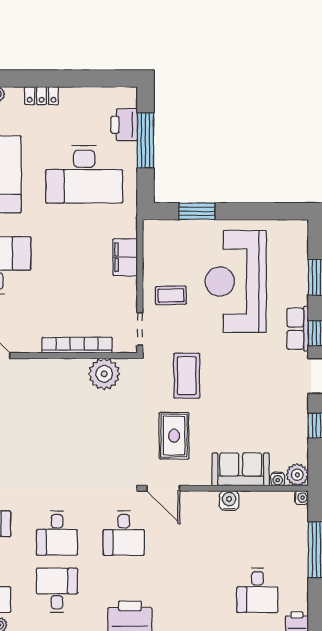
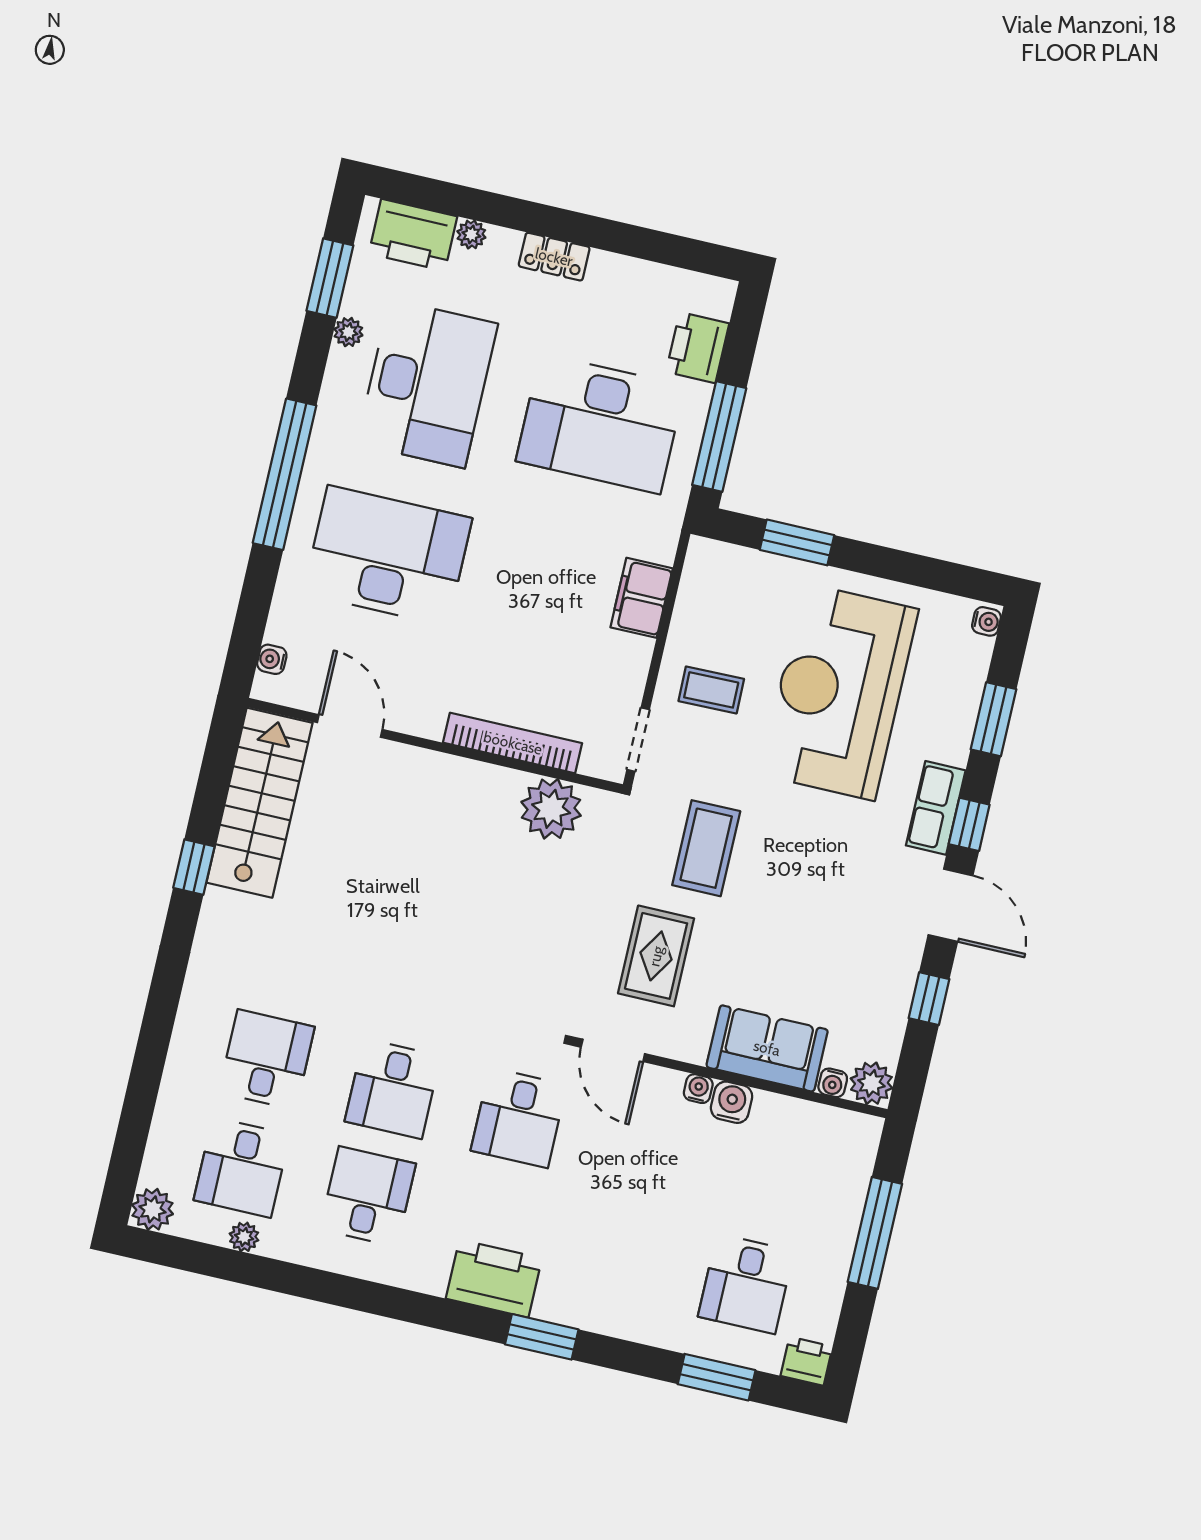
window: (145, 141) -> (719, 436), moved
water cooler: (301, 229) -> (986, 621), added
water cooler: (301, 498) -> (698, 1089), moved, turned -90

